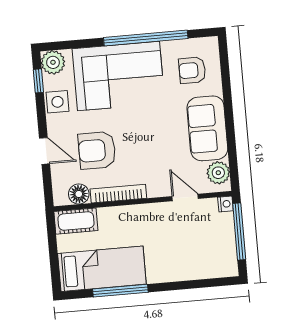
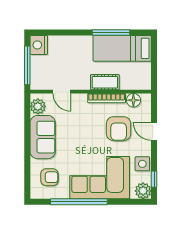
armchair: (97, 150) -> (119, 129), turned 90
nightstand: (225, 204) -> (39, 45), moved, width x1.89, depth x1.79
cot: (76, 221) -> (105, 82), moved

